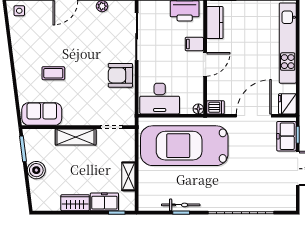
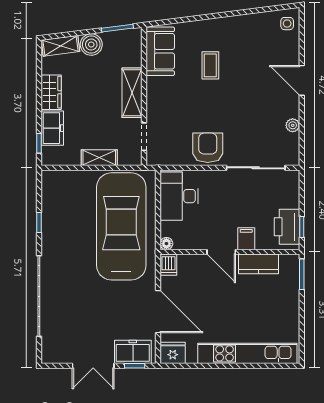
kitchen counter: (215, 22) -> (258, 264), moved
shelving: (128, 176) -> (99, 158), moved
shelving: (37, 195) -> (61, 46), added
bicycle: (181, 205) -> (48, 222), removed

